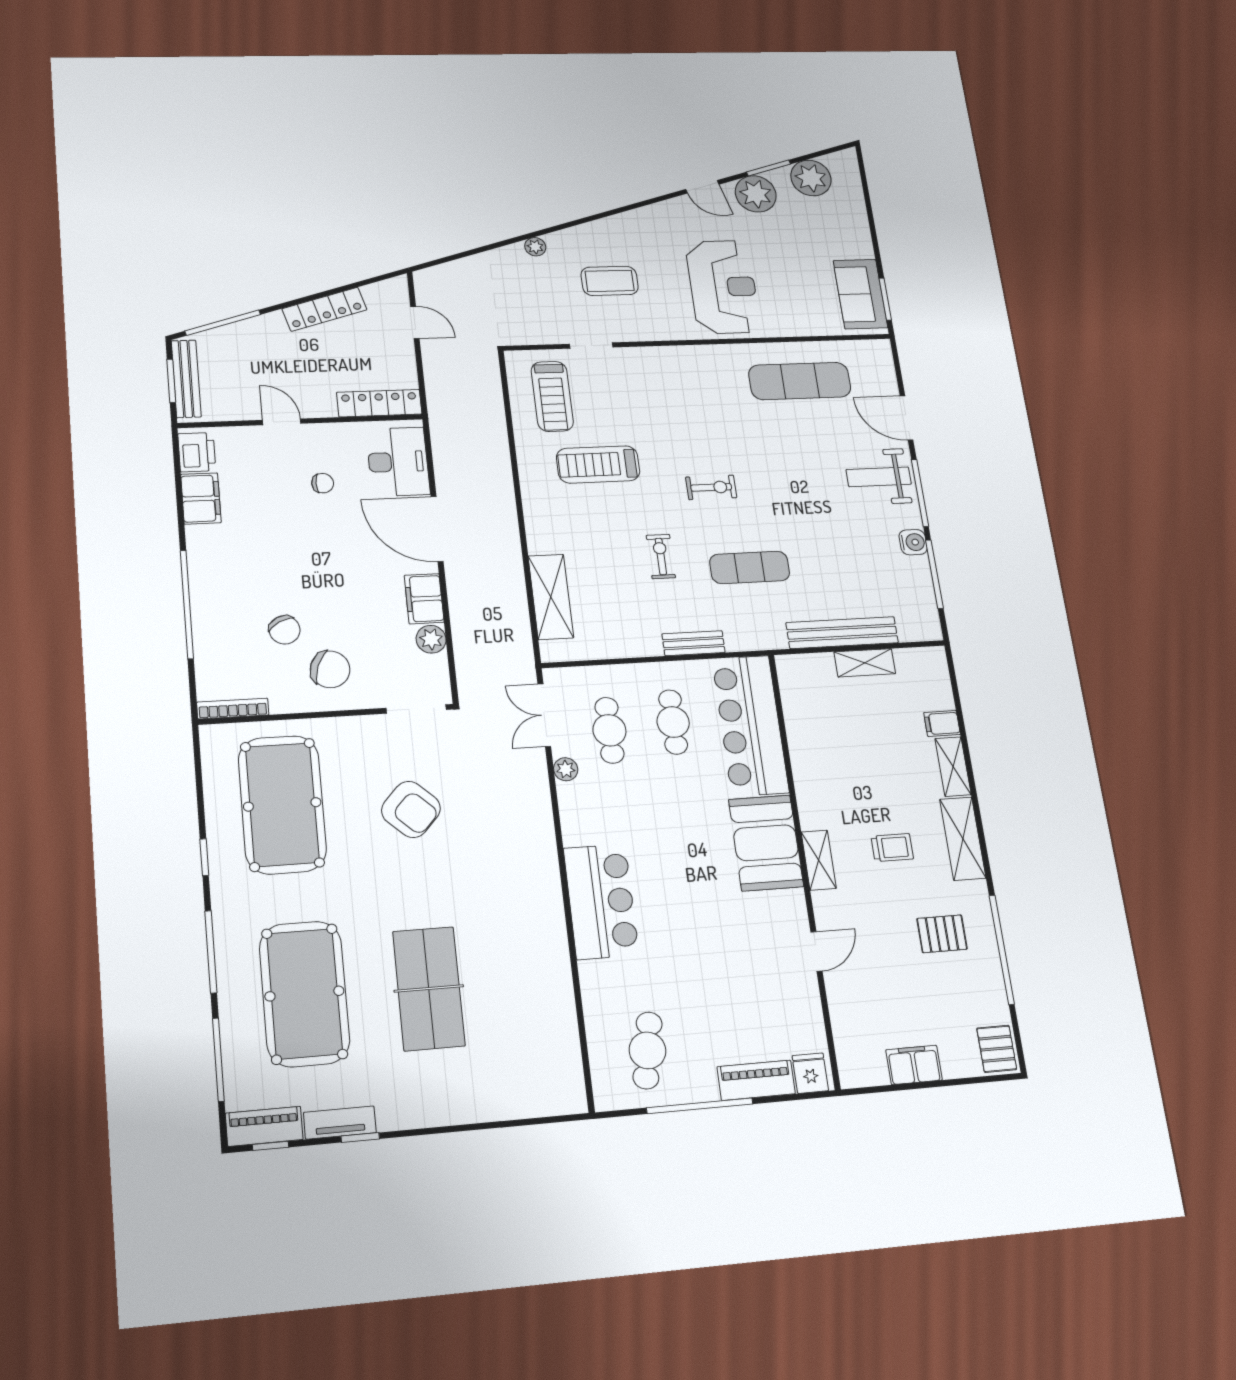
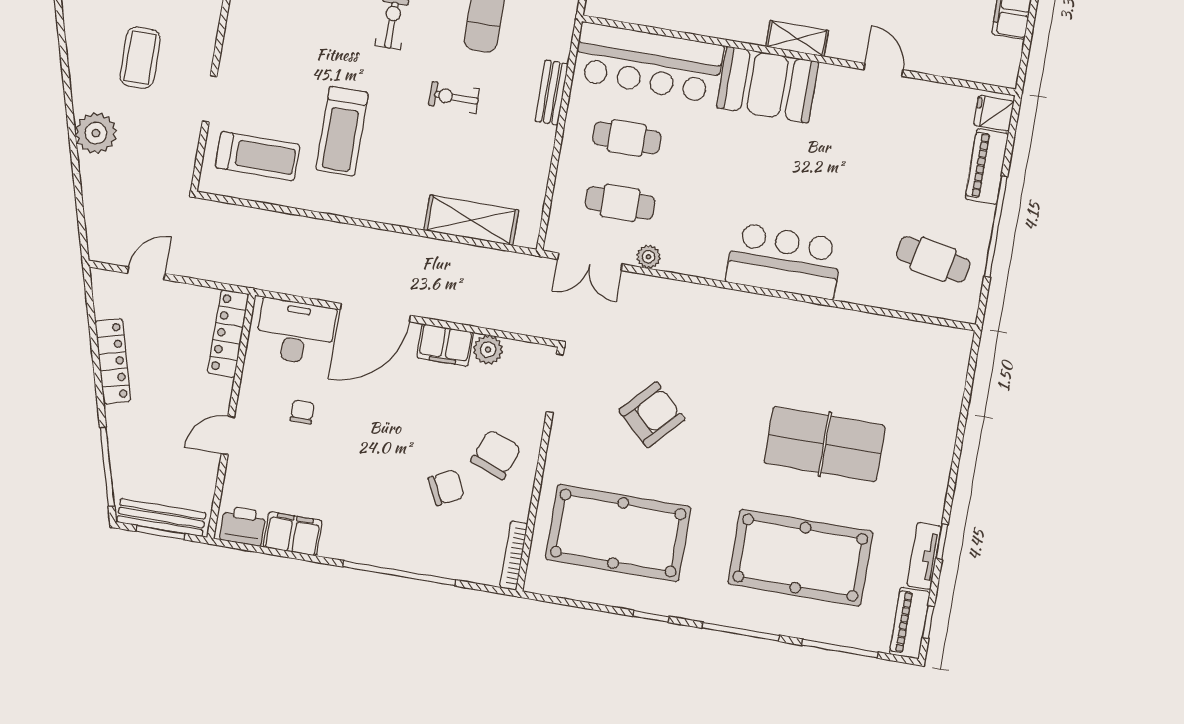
plant: (535, 247) -> (96, 133), width x1.88, depth x1.88

